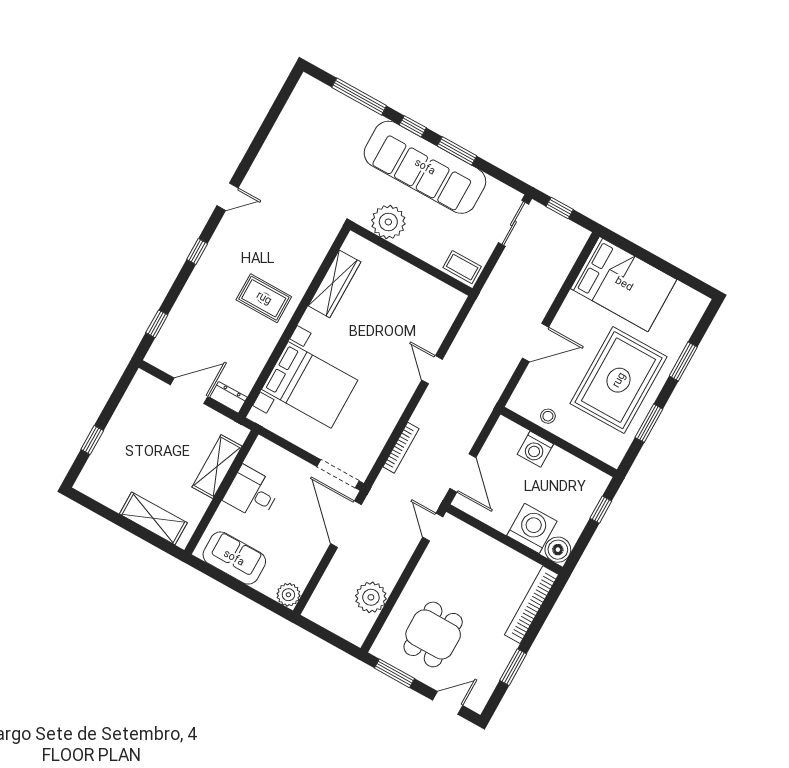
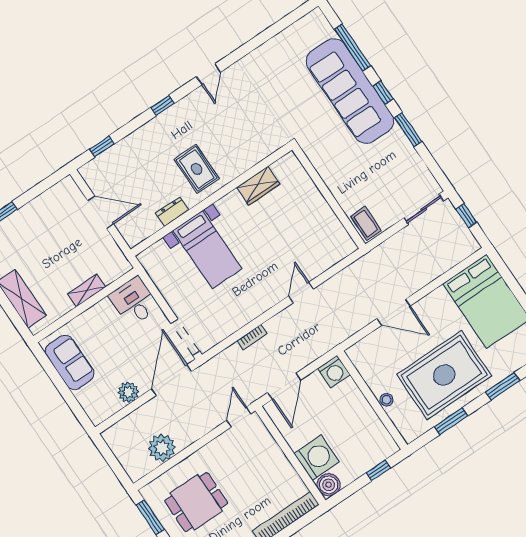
sofa: (425, 167) -> (350, 91), moved
door: (228, 197) -> (208, 74), hinge flipped
plant: (388, 222) -> (325, 158), removed
wardrobe: (334, 284) -> (258, 186), width x0.67
bed with nightstands: (310, 385) -> (207, 250), width x0.73
dresser: (229, 397) -> (172, 212), moved, turned -90
stool: (548, 416) -> (387, 400), moved
bookcase: (401, 448) -> (252, 337), width x0.64
washing machine: (535, 449) -> (334, 371), moved, turned -90
shelving: (217, 467) -> (87, 290), width x0.67, depth x0.75
desk: (252, 493) -> (134, 302), moved
plant: (288, 595) -> (128, 392), moved

